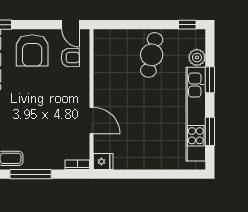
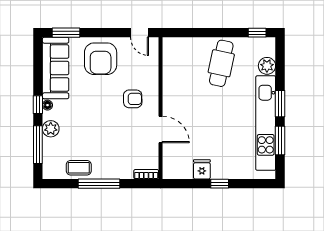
armchair: (70, 58) -> (133, 99), moved
window: (210, 80) -> (280, 104), moved
fridge: (103, 162) -> (202, 169), moved, turned -90
window: (150, 174) -> (220, 184), added

